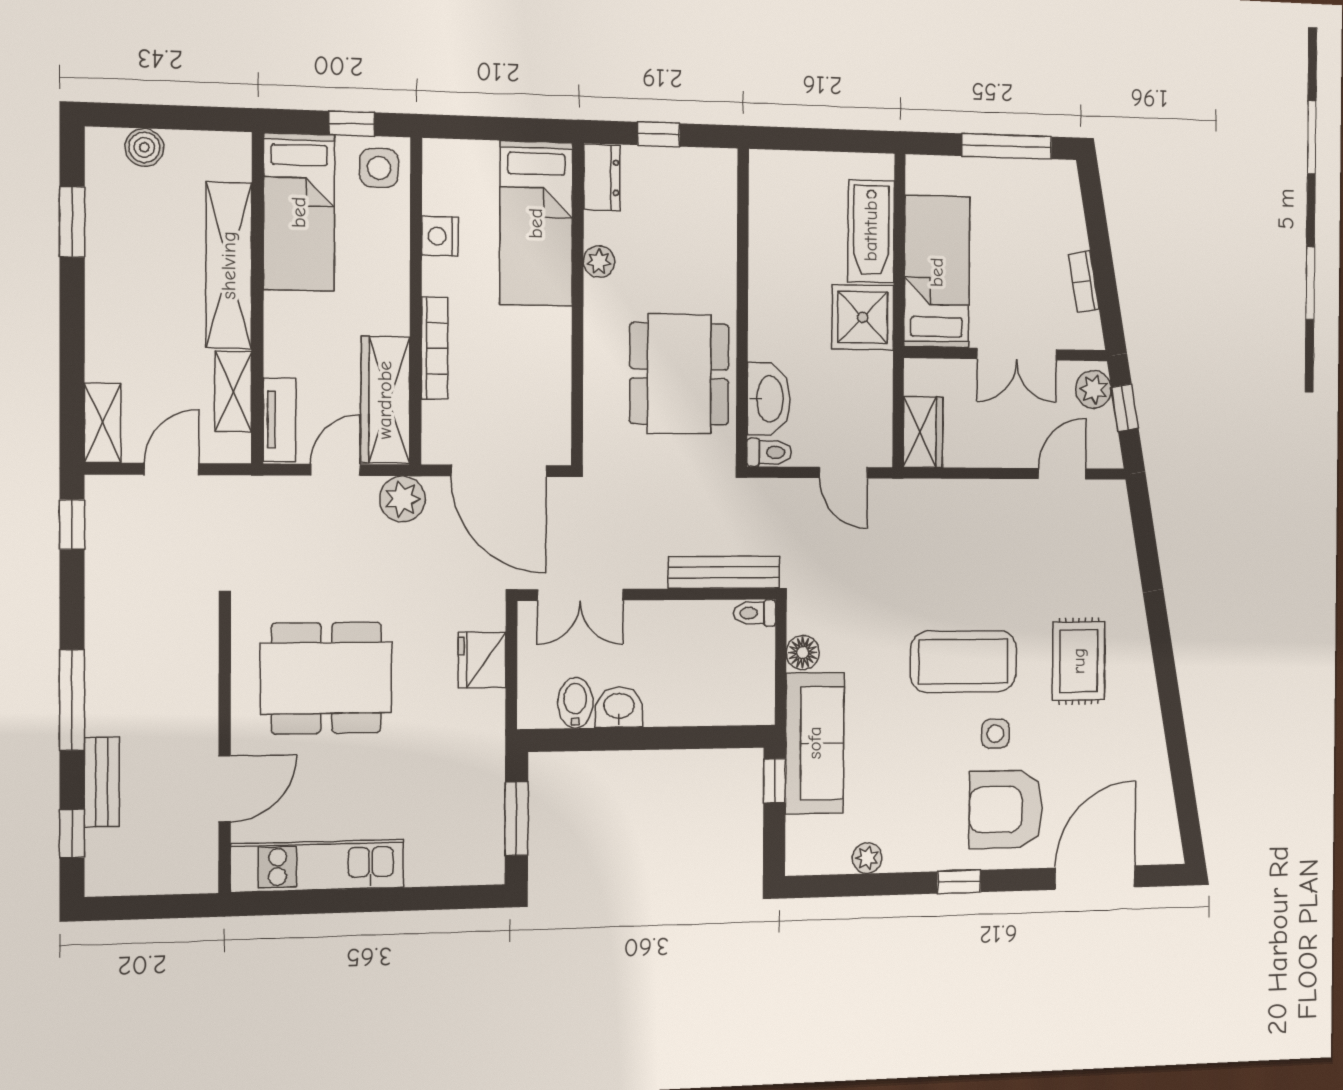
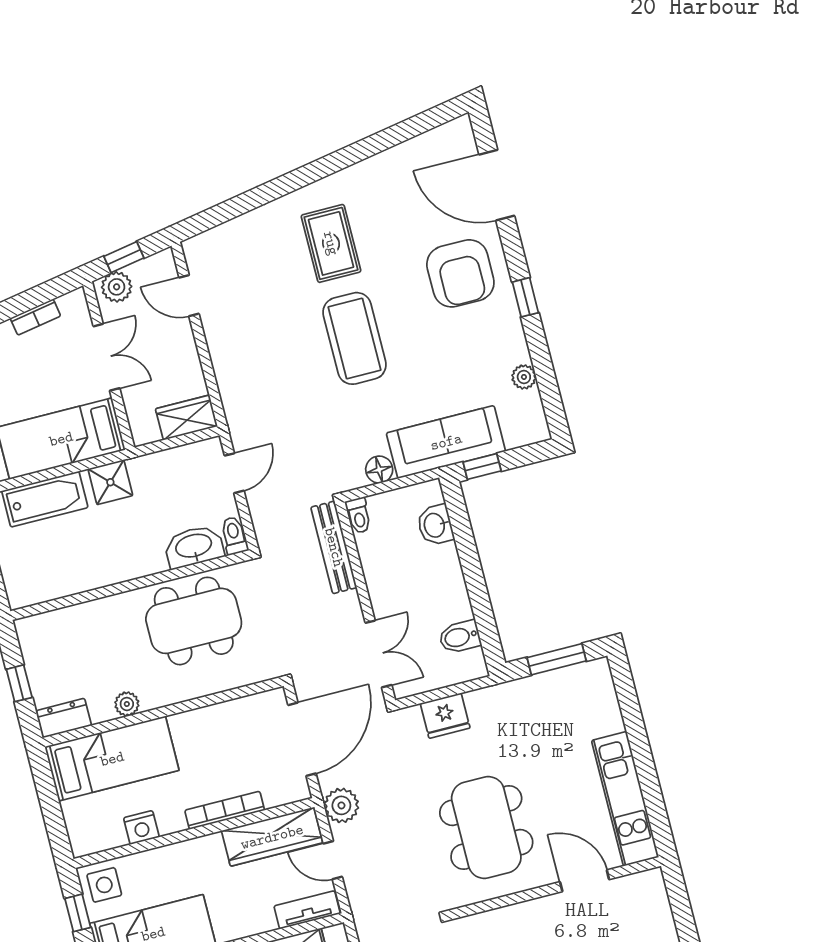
shower: (863, 317) -> (110, 482), width x0.73, depth x0.73
rug: (1079, 661) -> (331, 243), turned 90
washbasin: (619, 707) -> (435, 525), moved
side table: (995, 734) -> (404, 298), removed

